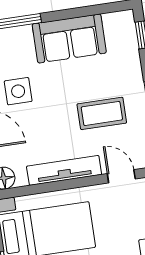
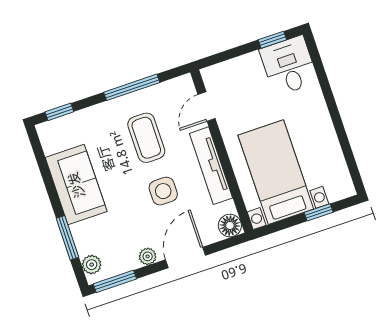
side table: (18, 91) -> (163, 191), moved

